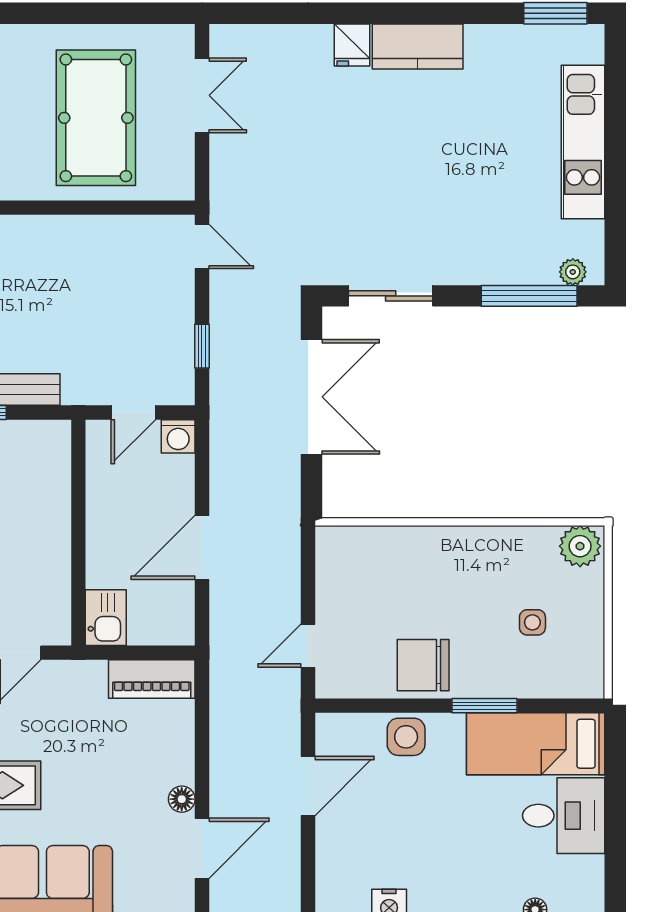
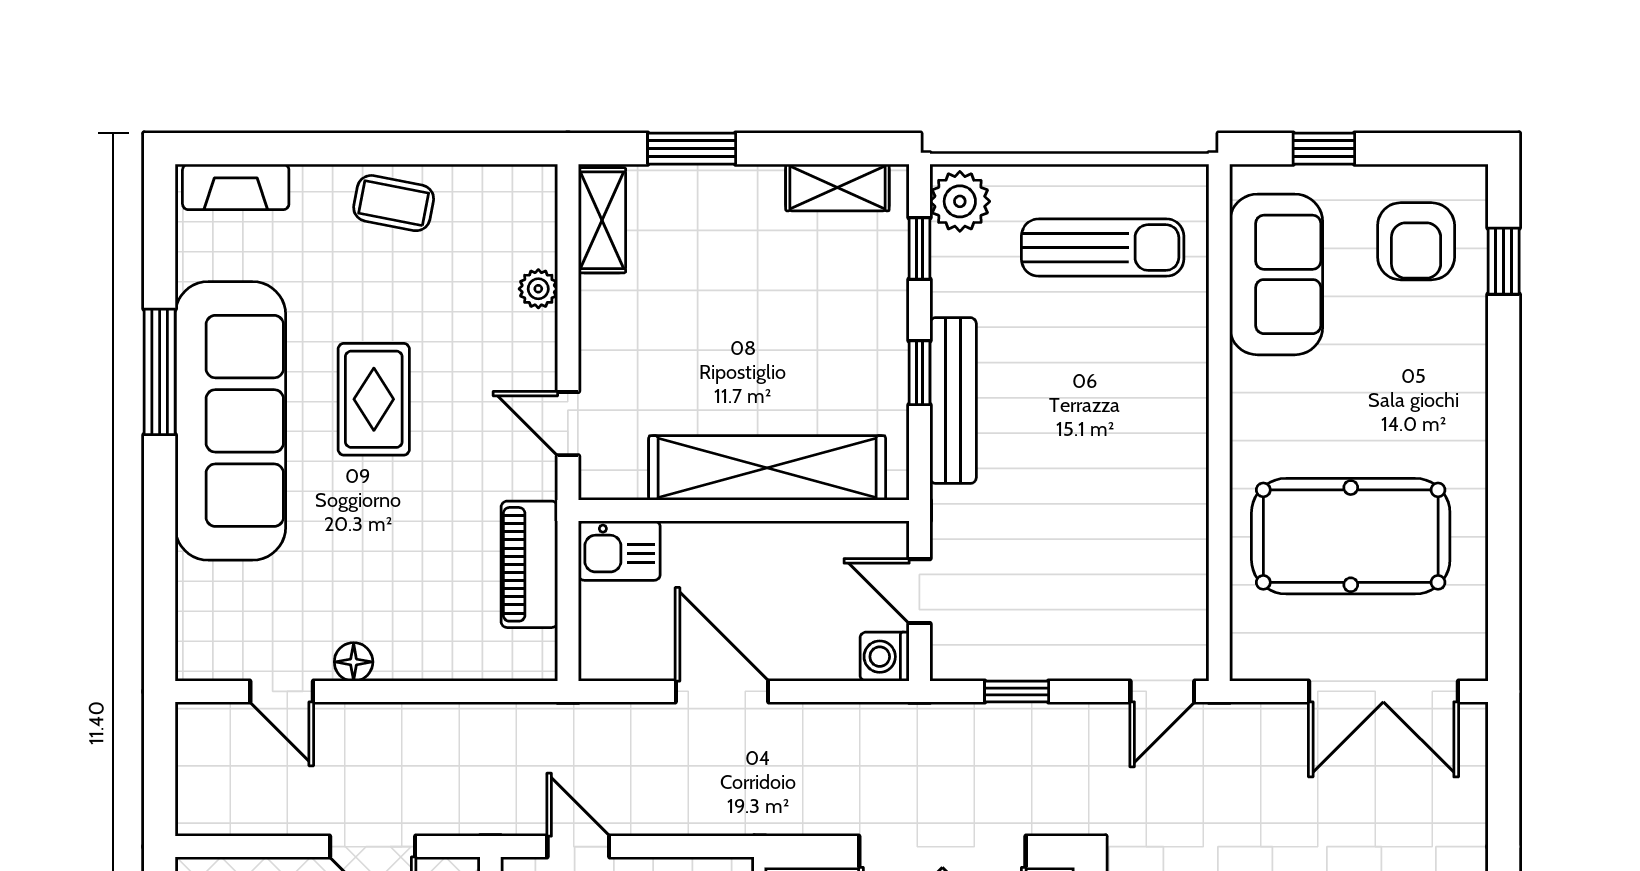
double door: (202, 95) -> (1383, 691), width x1.37
shelving: (49, 517) -> (767, 468), added
piano: (152, 679) -> (529, 564), moved
door: (202, 848) -> (282, 691), width x0.73

